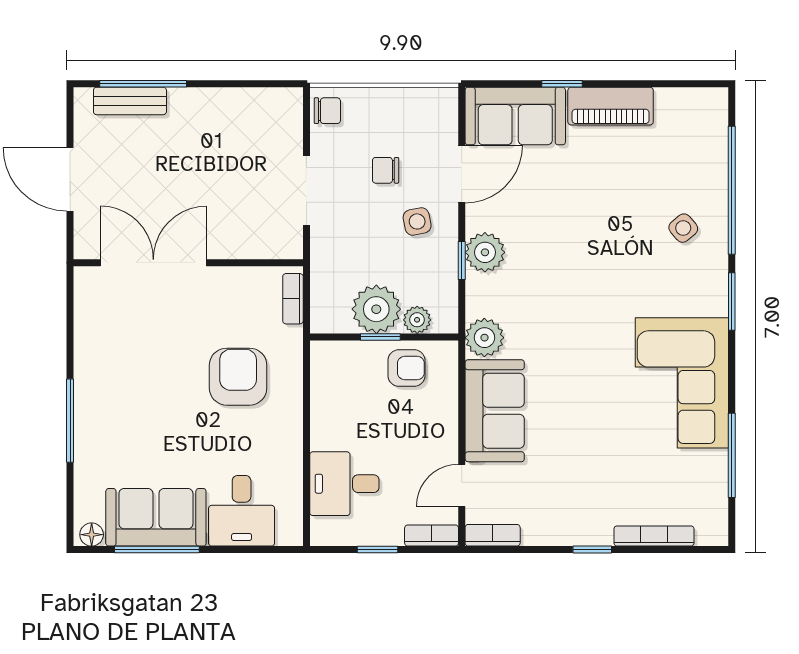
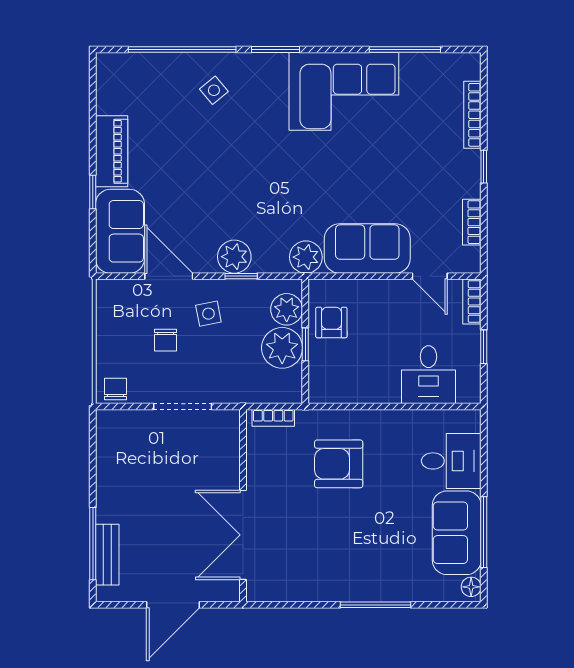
plant: (417, 320) -> (287, 309), width x1.38, depth x1.38
bookcase: (493, 535) -> (472, 222), moved

